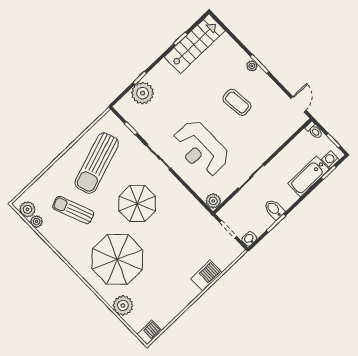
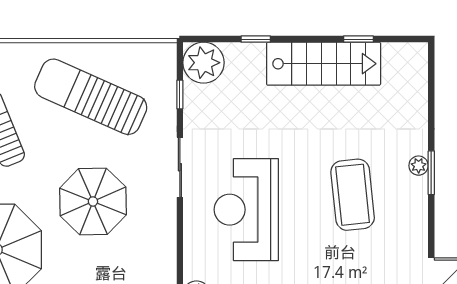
stairs: (195, 44) -> (324, 64), moved
plant: (143, 93) -> (203, 63), moved
coffee table: (237, 102) -> (353, 195), width x1.36, depth x1.32
sun lounger: (97, 163) -> (91, 97), turned 43

